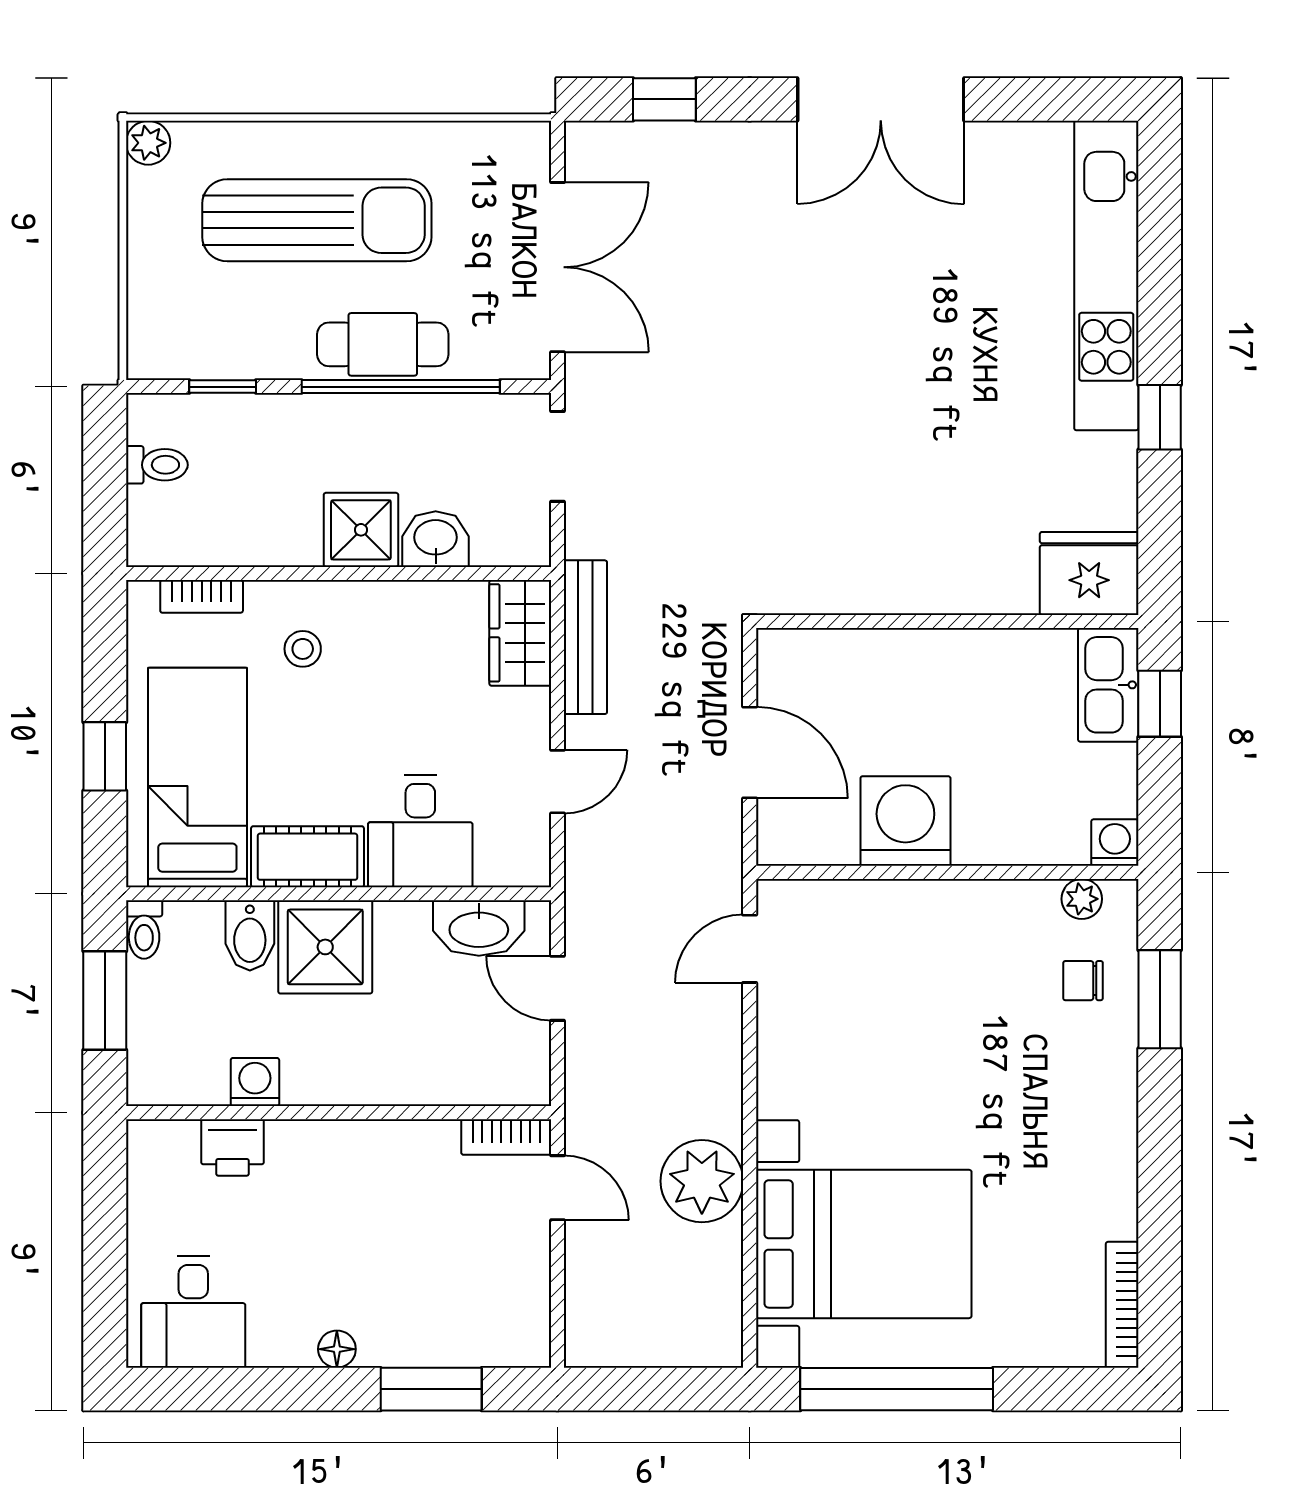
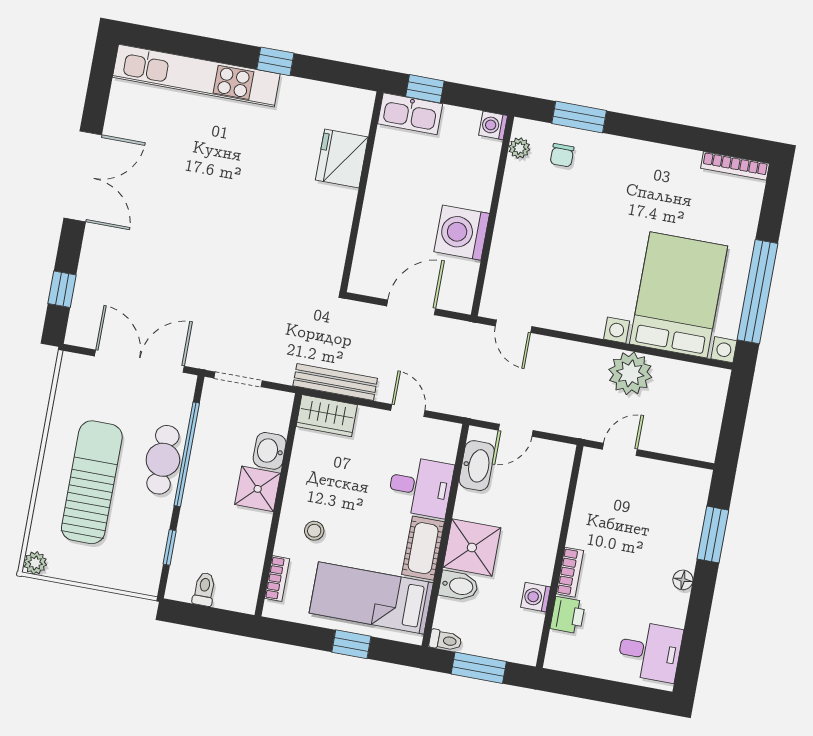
fridge: (1089, 573) -> (342, 158), moved
bookcase: (506, 1137) -> (570, 572), moved

